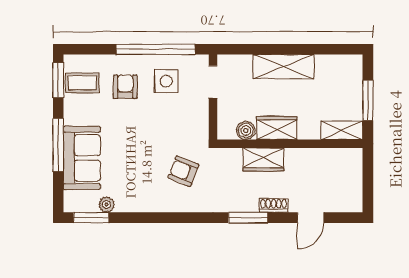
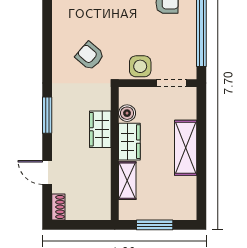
side table: (166, 81) -> (140, 66), moved
shelving: (342, 130) -> (127, 181), moved
armchair: (183, 171) -> (90, 56), turned -71
shoe rack: (274, 205) -> (58, 207), moved

